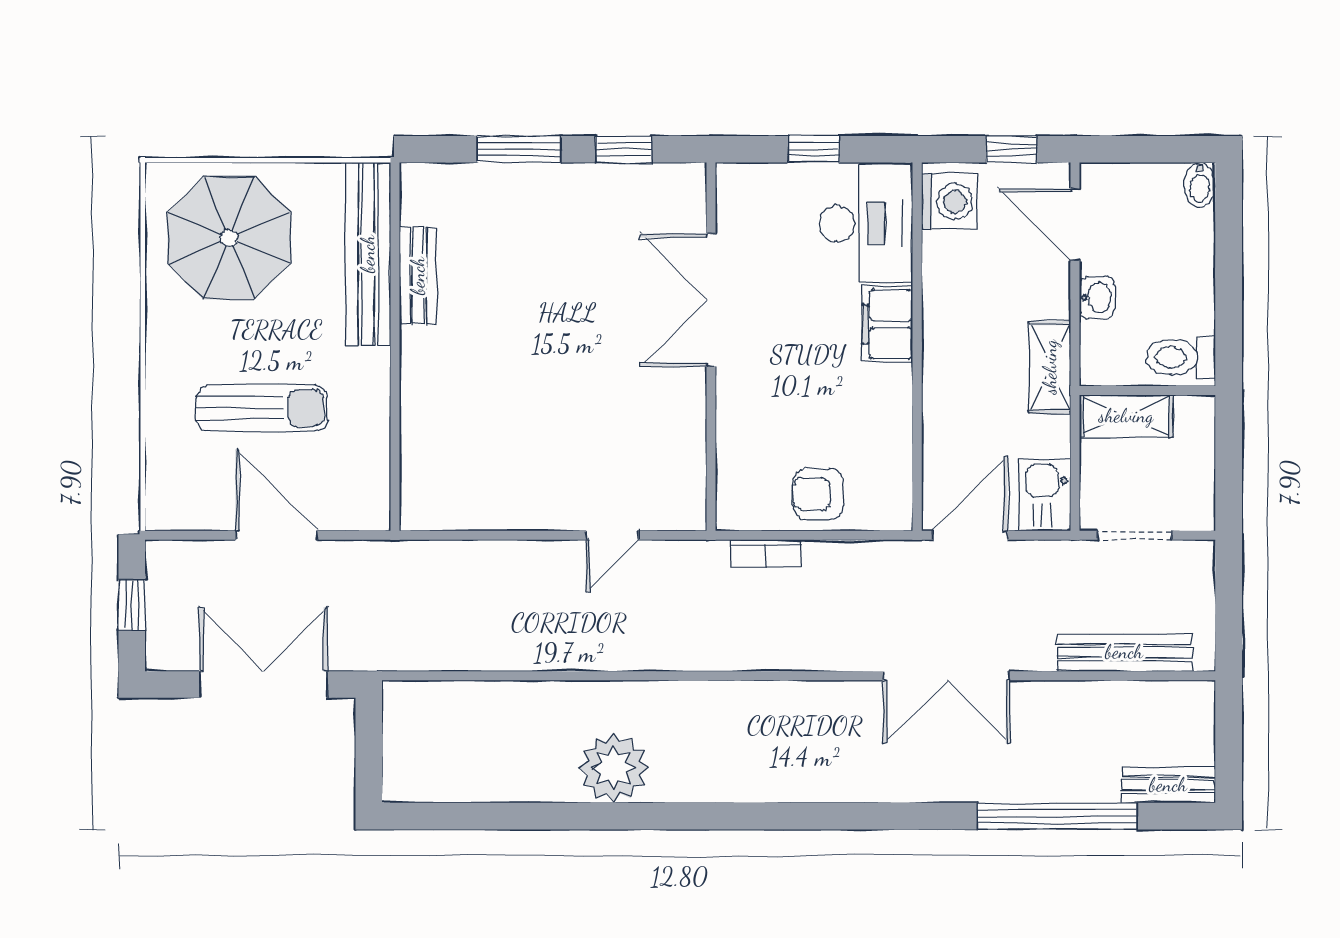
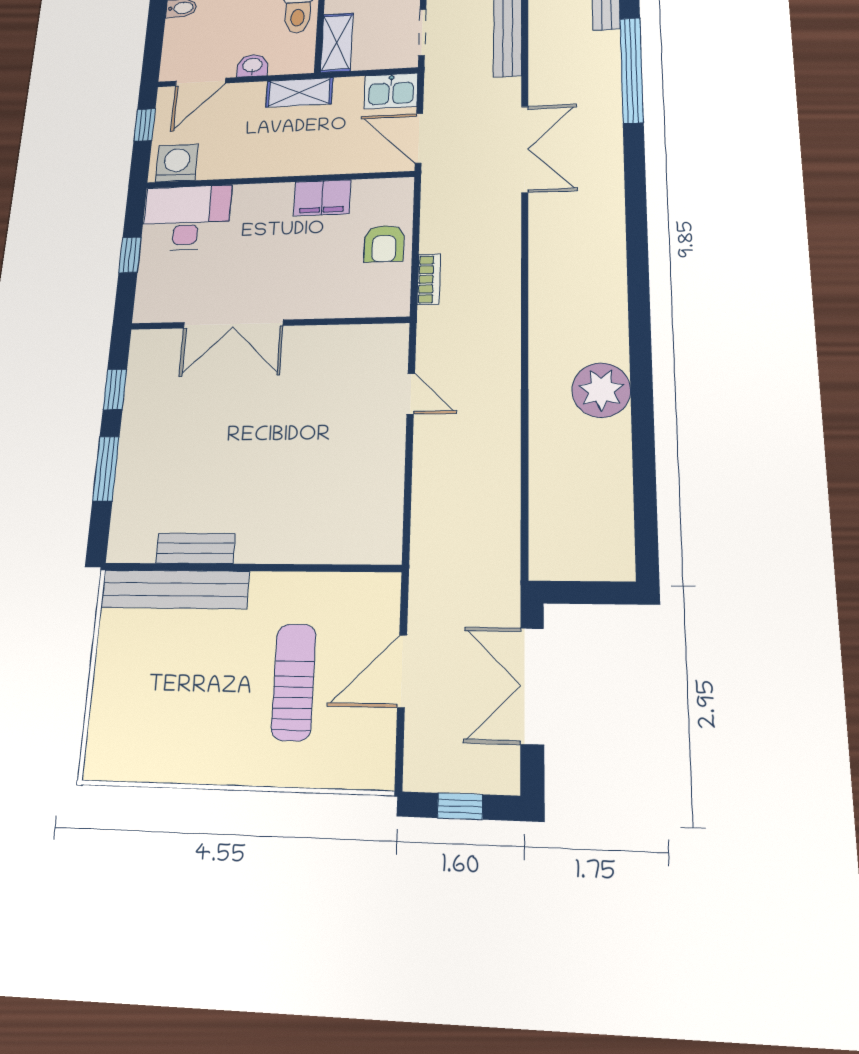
parasol: (229, 238) -> (151, 708), removed
filing cabinet: (888, 324) -> (322, 198), moved

